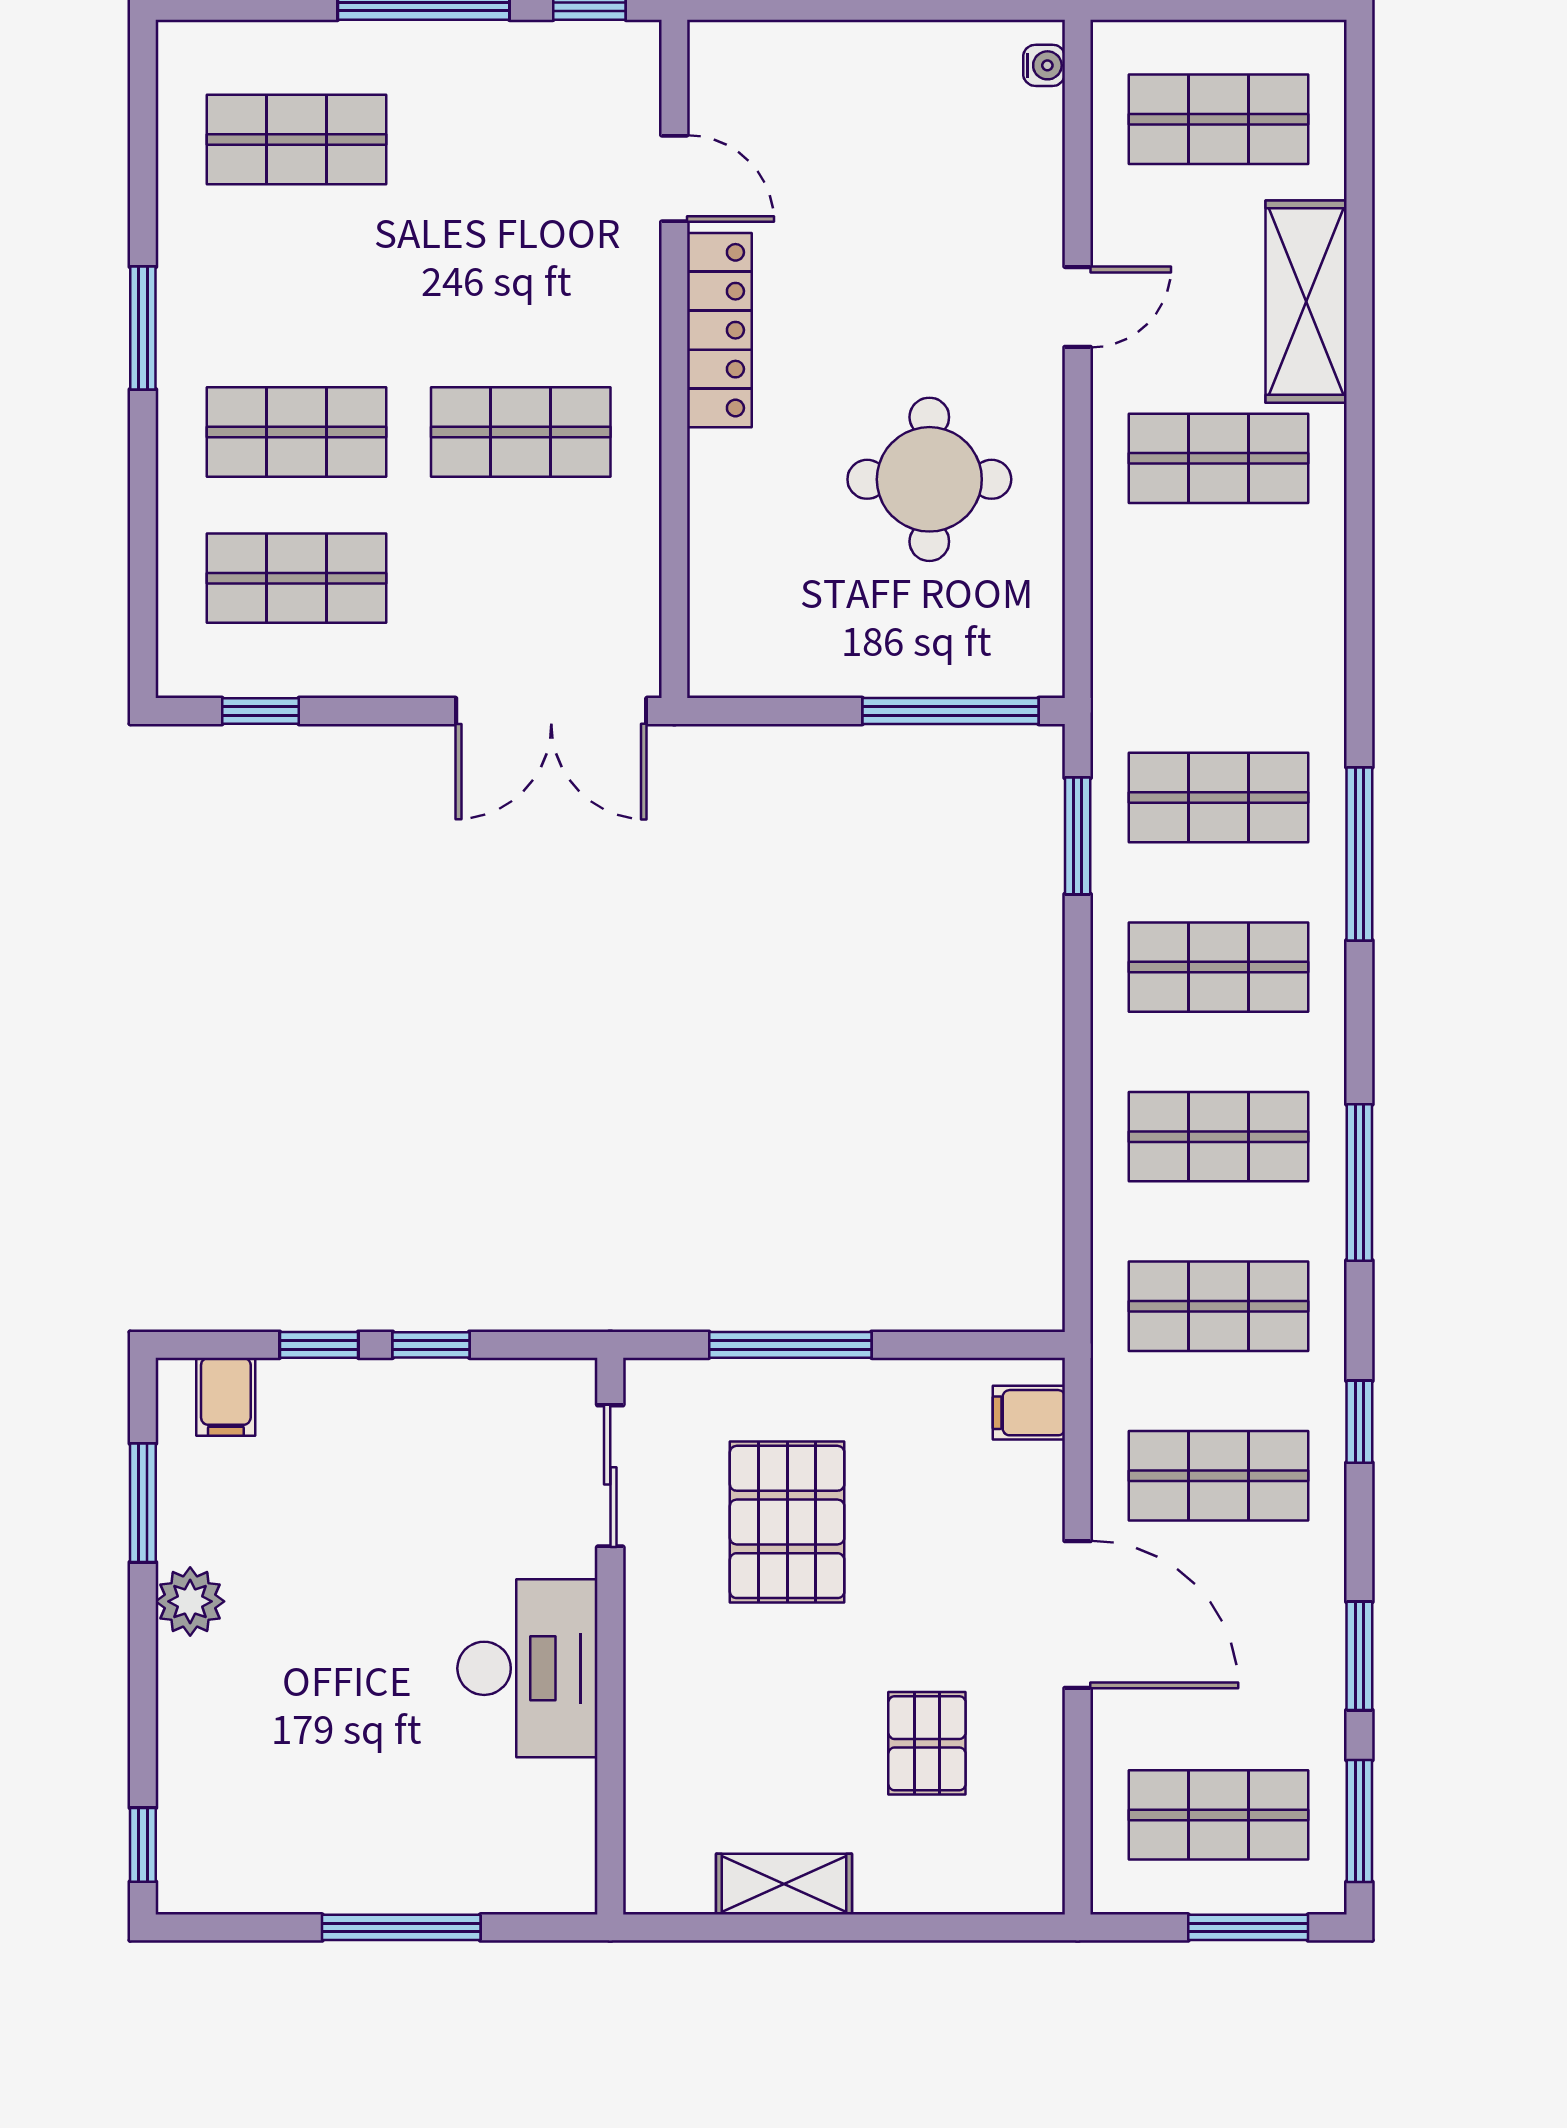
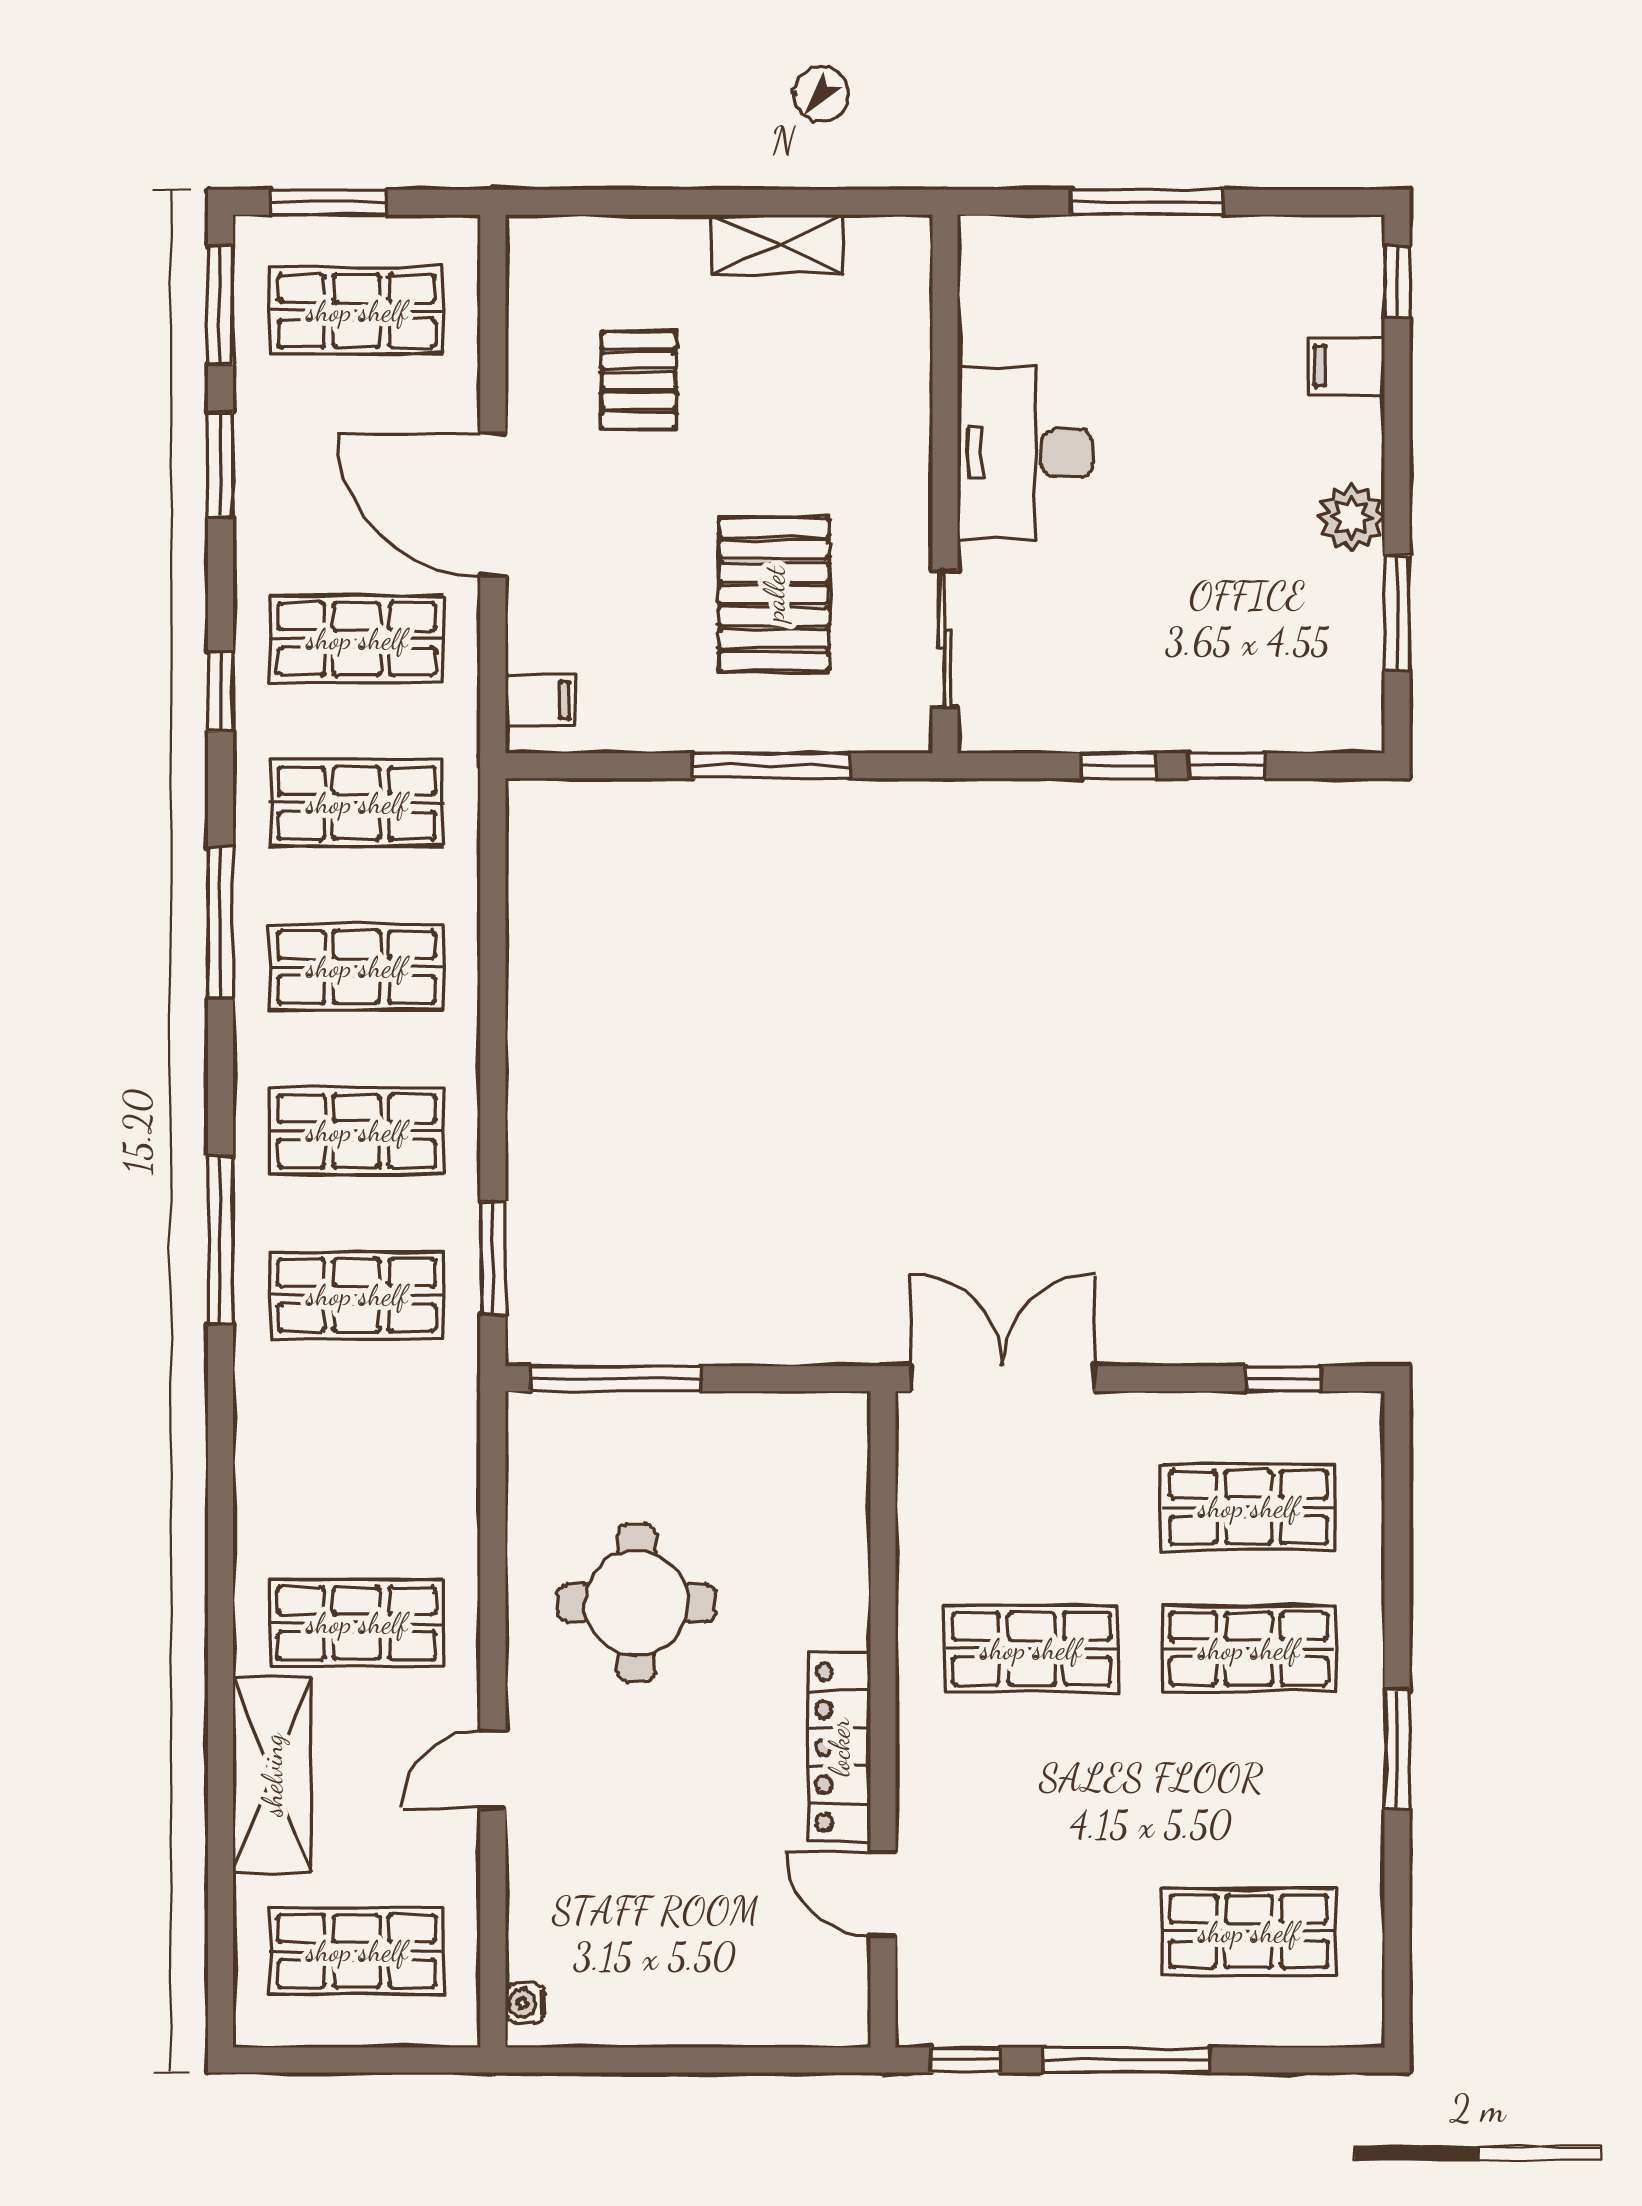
filing cabinet: (226, 1397) -> (1347, 366), moved, turned -90

